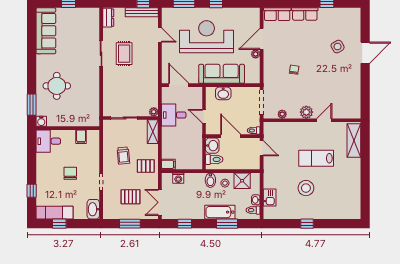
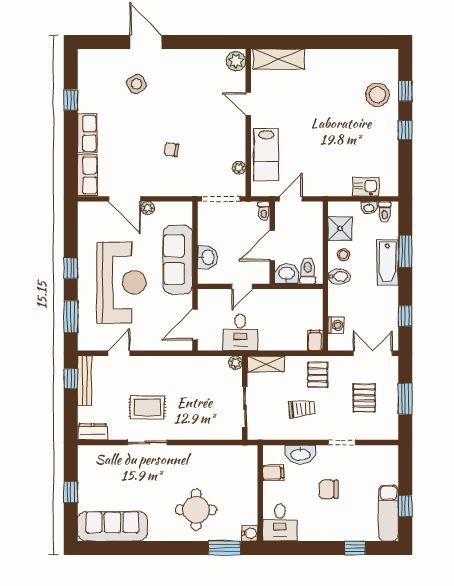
reception desk: (207, 37) -> (121, 282), turned 180
plant: (306, 112) -> (236, 61), moved
lab bench: (316, 158) -> (266, 155), moved
stool: (306, 188) -> (377, 95), moved
double door: (160, 202) -> (373, 353), swing flipped
washbasin: (93, 209) -> (300, 454), moved
window: (333, 224) -> (405, 91), added

